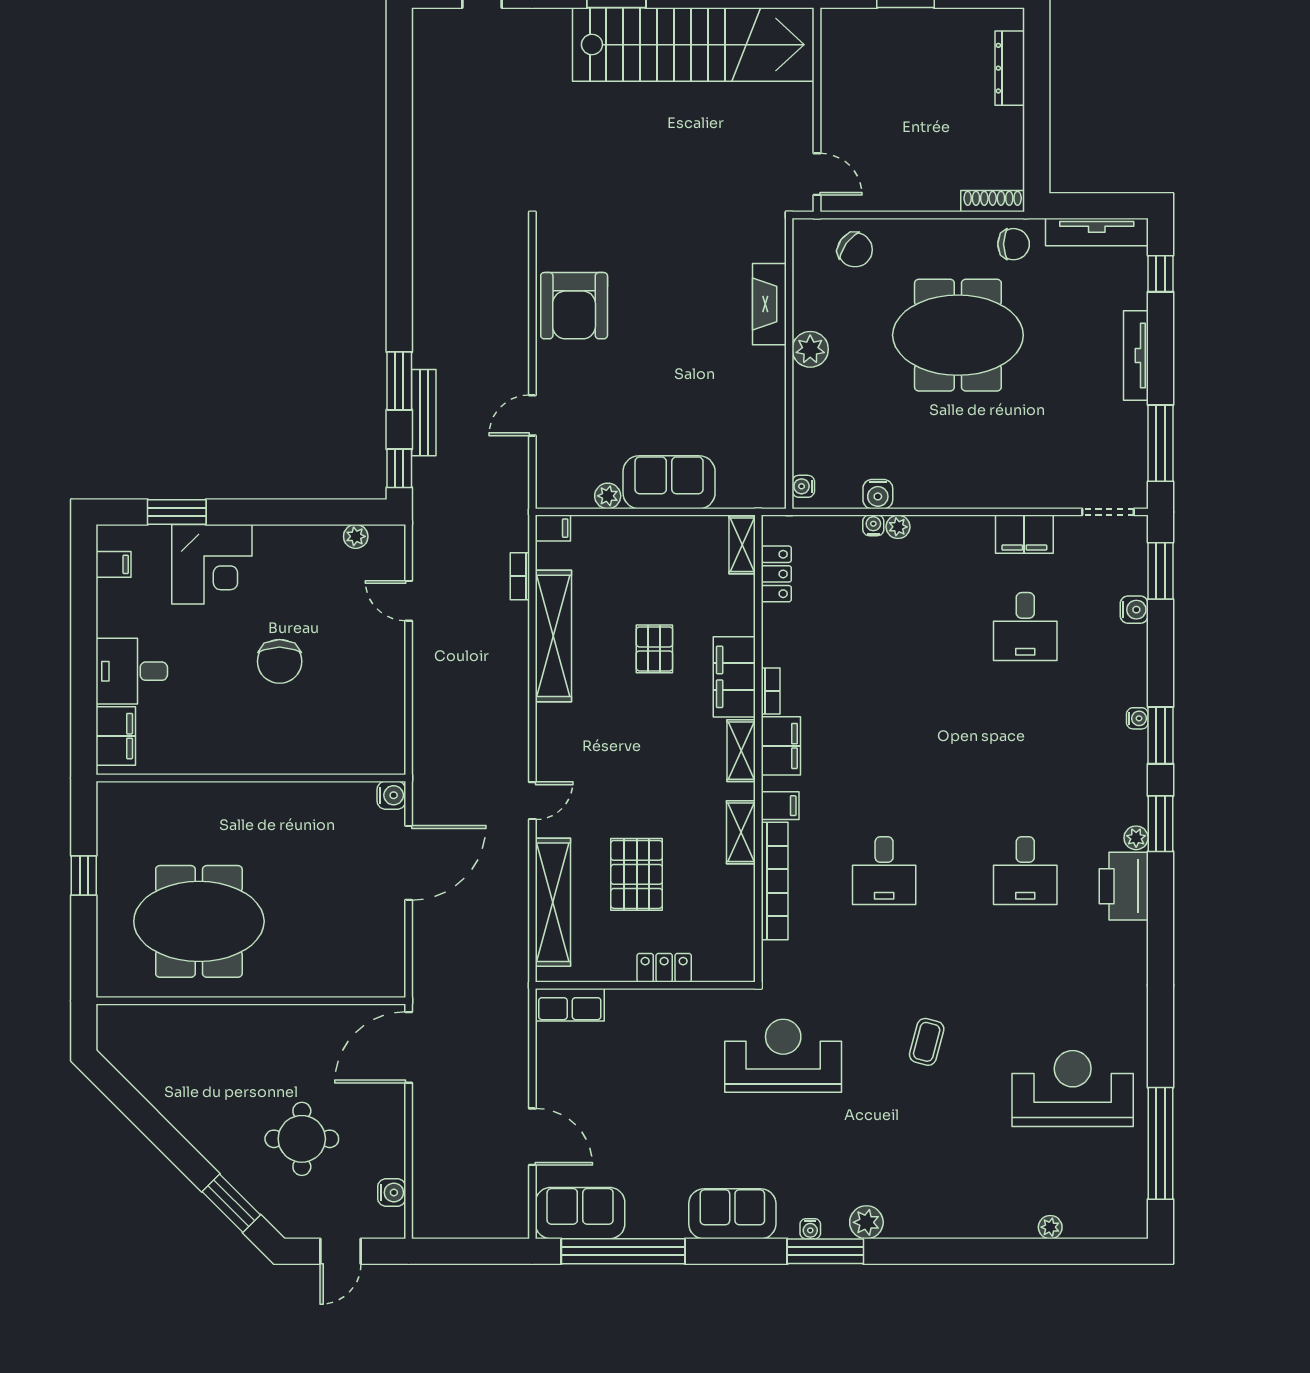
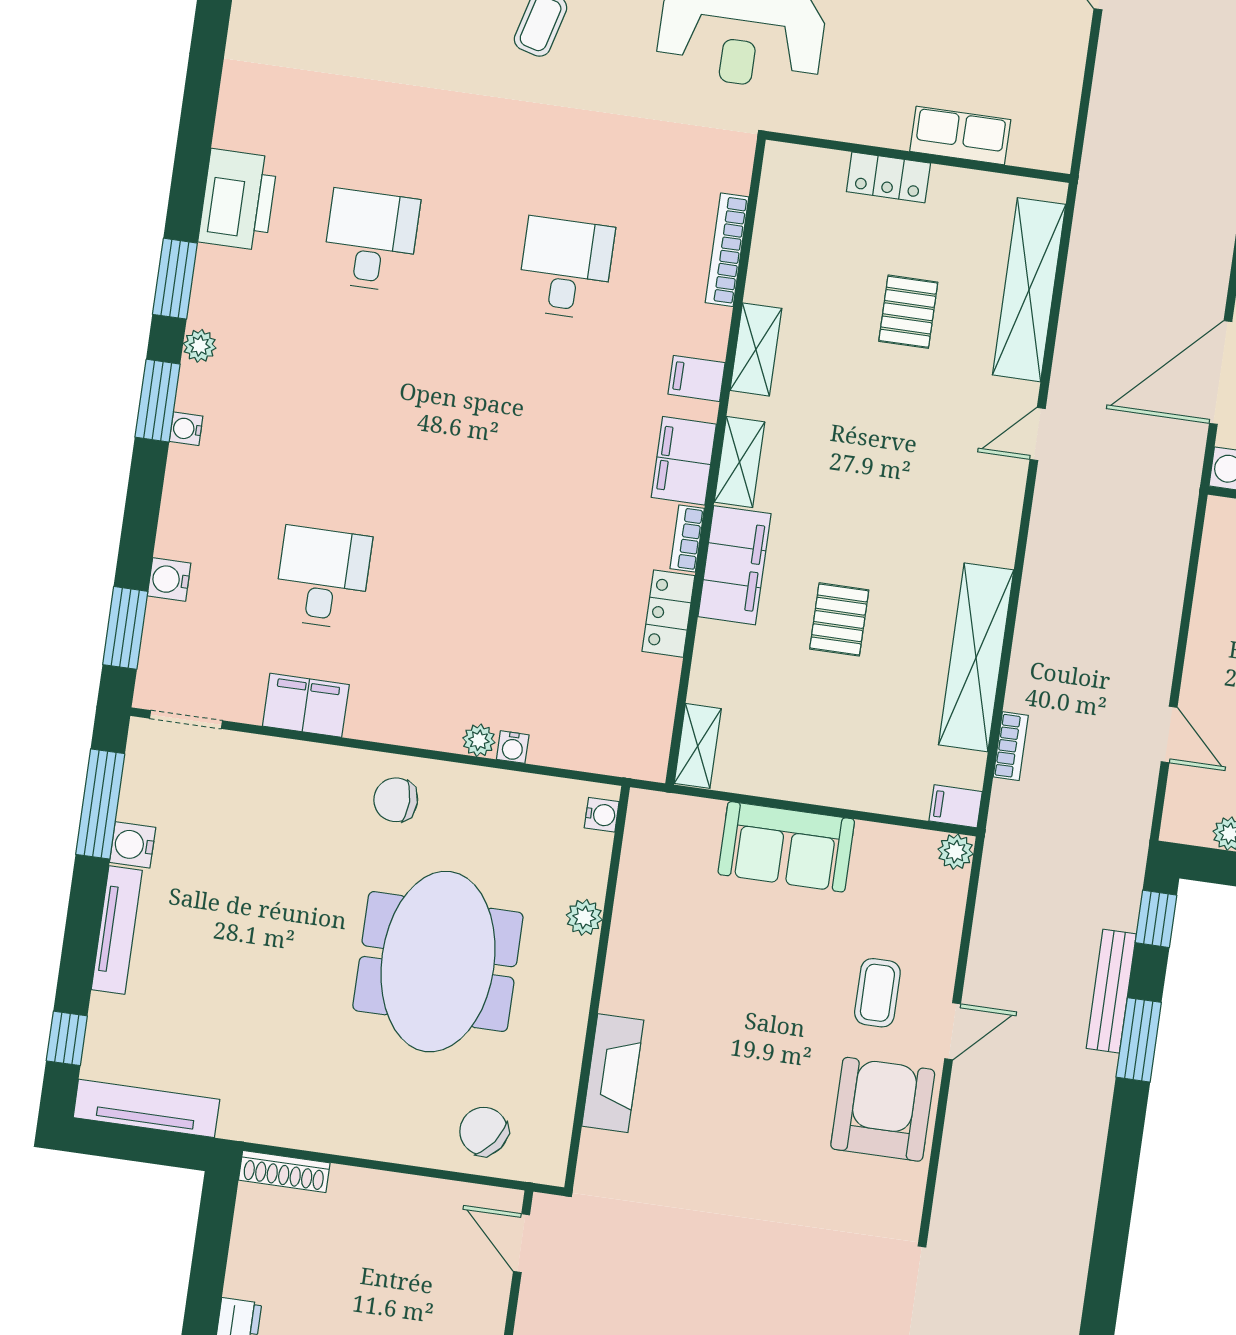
chair: (1014, 244) -> (396, 800), moved
meeting table: (958, 335) -> (438, 962), moved, turned 90
plant: (810, 349) -> (584, 917), moved, width x0.73, depth x0.73
coffee table: (590, 388) -> (877, 993), added
door: (532, 415) -> (953, 1031), moved
water cooler: (878, 494) -> (133, 845), moved, turned -90
plant: (608, 496) -> (956, 852), moved
locker: (776, 574) -> (668, 614), moved
plant: (1136, 838) -> (200, 346), moved
pallet: (637, 874) -> (908, 312), width x0.67, depth x0.71
bookcase: (775, 881) -> (727, 250), width x0.68, depth x0.76
row of seats: (570, 1005) -> (960, 136), moved

